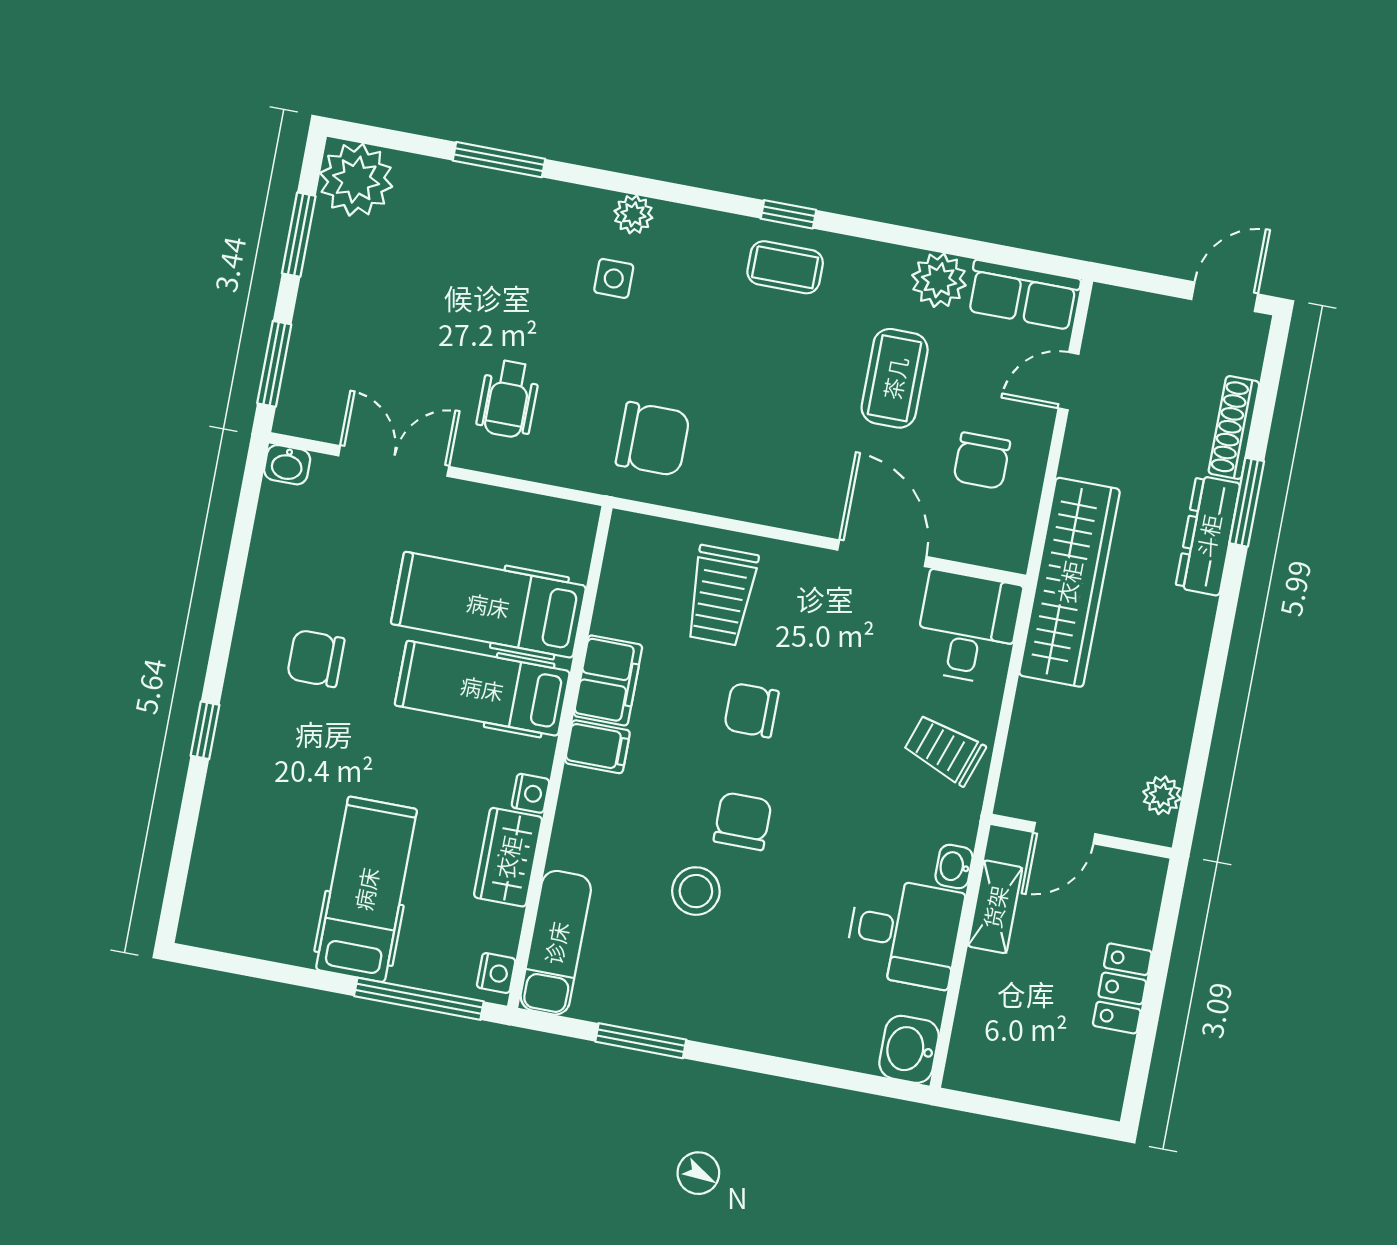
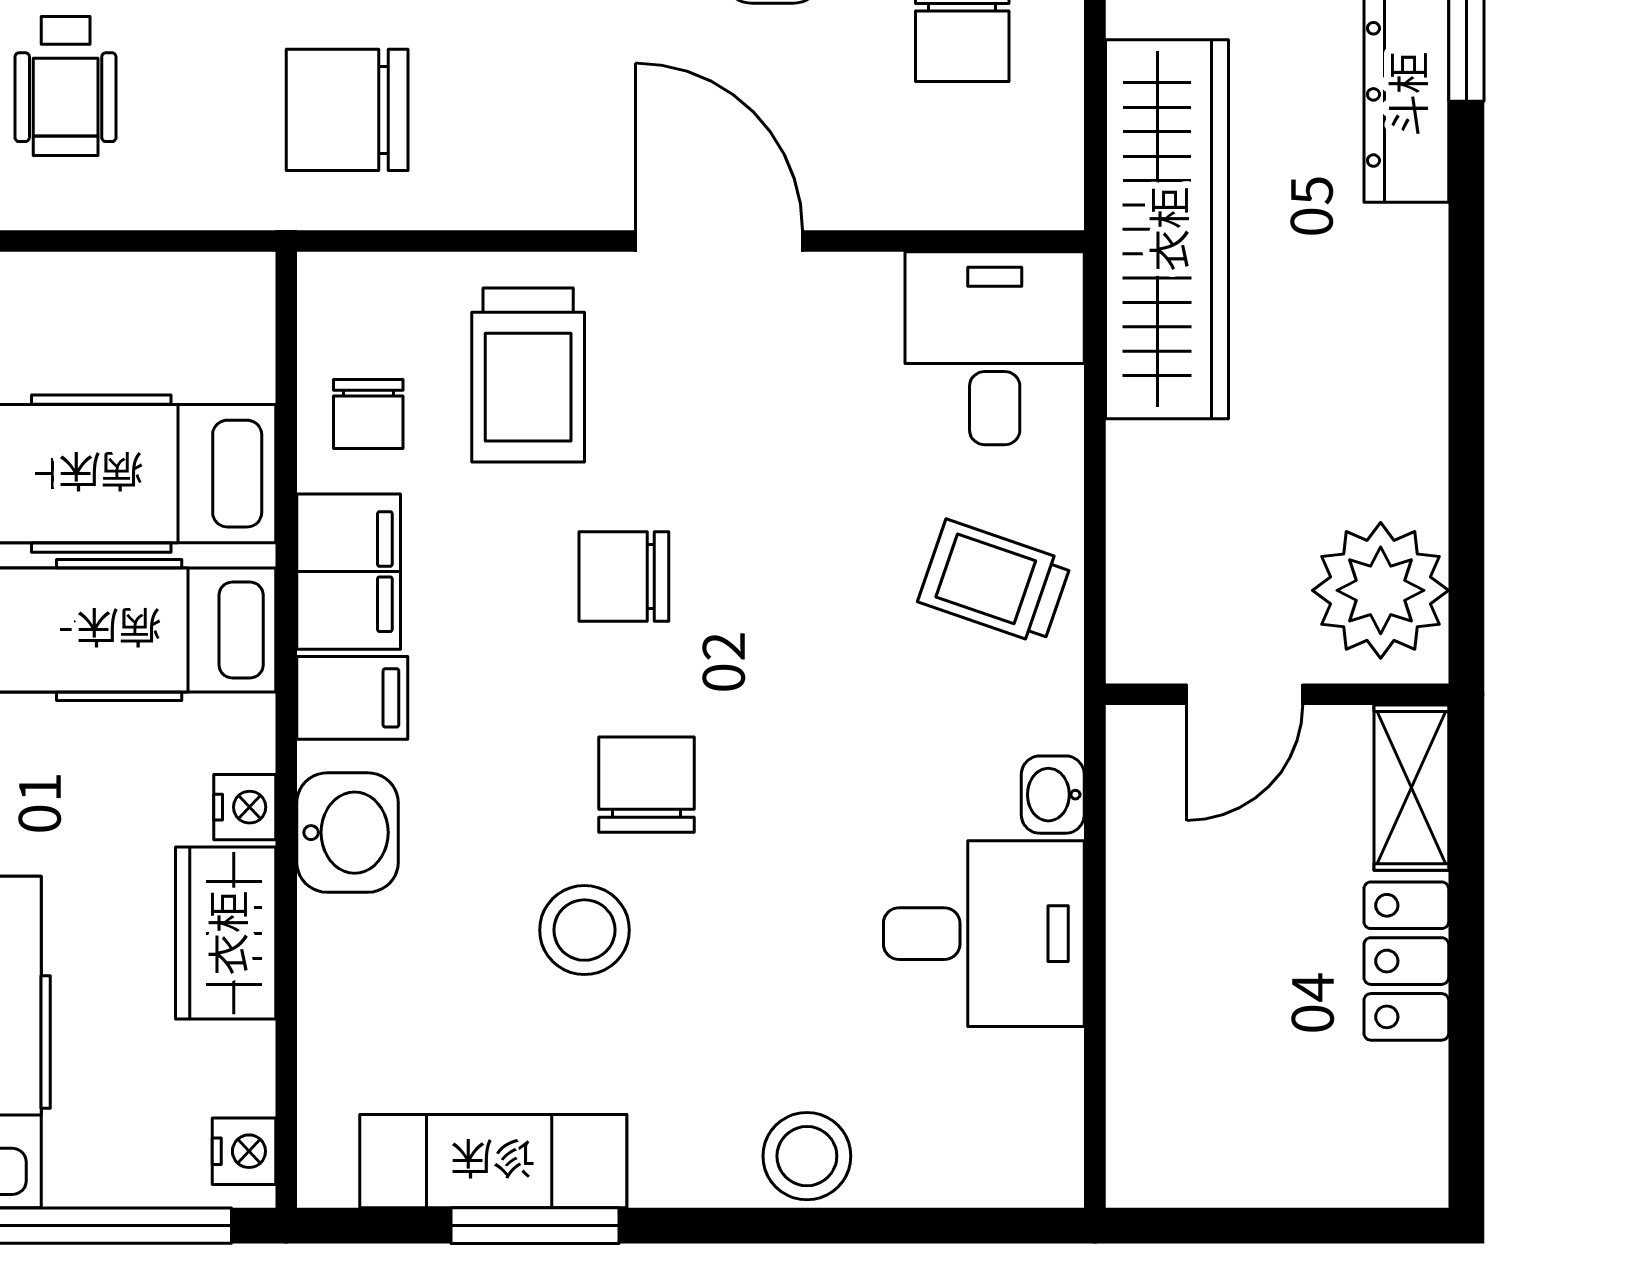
chair: (653, 439) -> (347, 110), turned 180
door: (882, 553) -> (719, 241), moved
chair: (634, 600) -> (368, 414), added
plant: (1162, 795) -> (1381, 590), width x1.88, depth x1.88
shelving: (995, 907) -> (1411, 788), moved
exam couch: (556, 943) -> (493, 1161), moved, turned -90
stool: (790, 1031) -> (807, 1156), added
washbasin: (909, 1049) -> (348, 833), moved, turned 180

